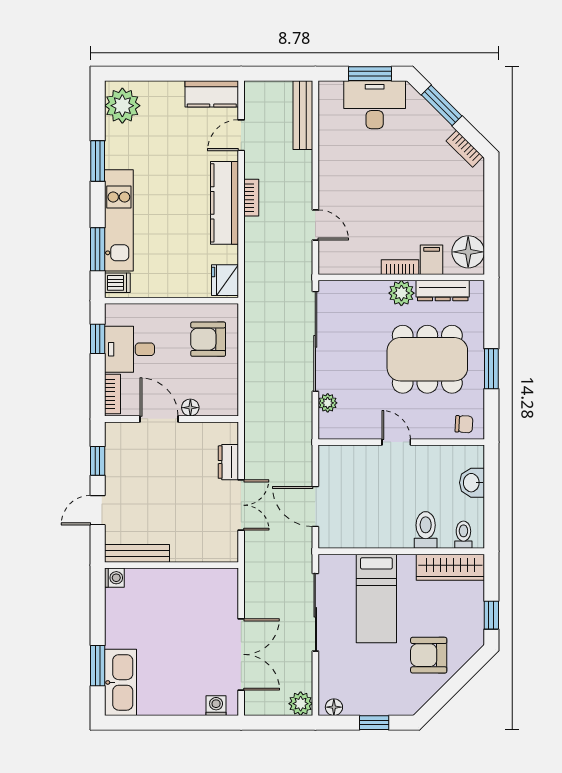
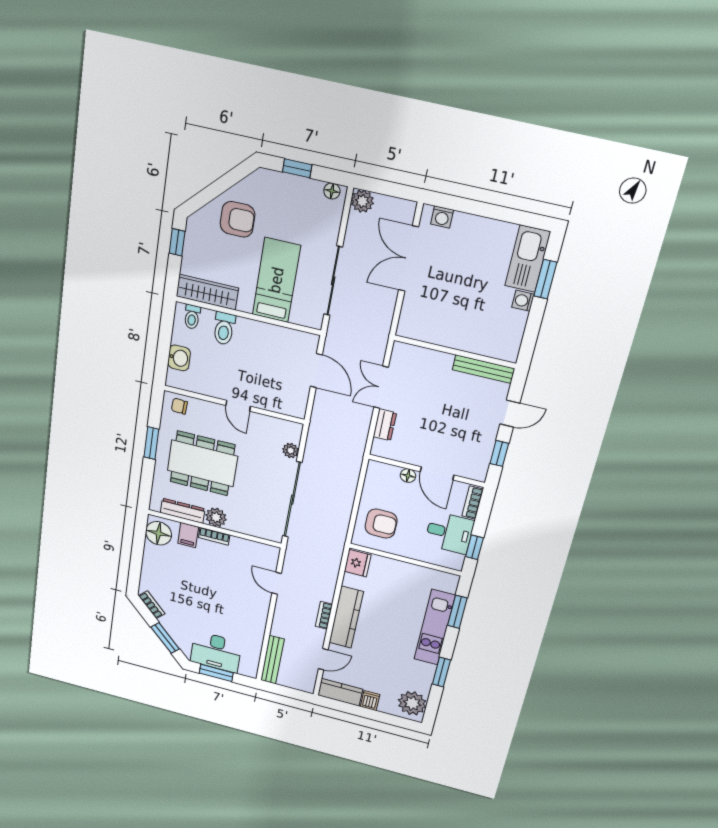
dishwasher: (117, 283) -> (370, 701), moved, turned 90
washing machine: (114, 578) -> (523, 301), moved

